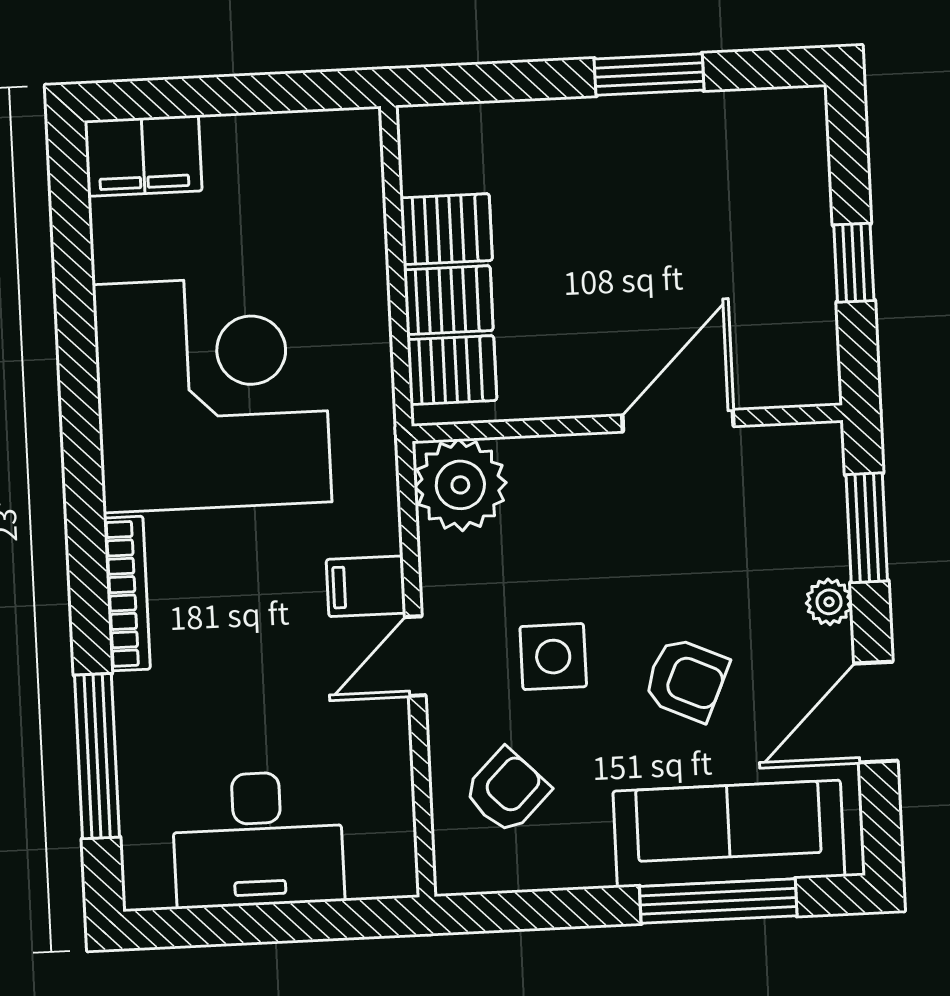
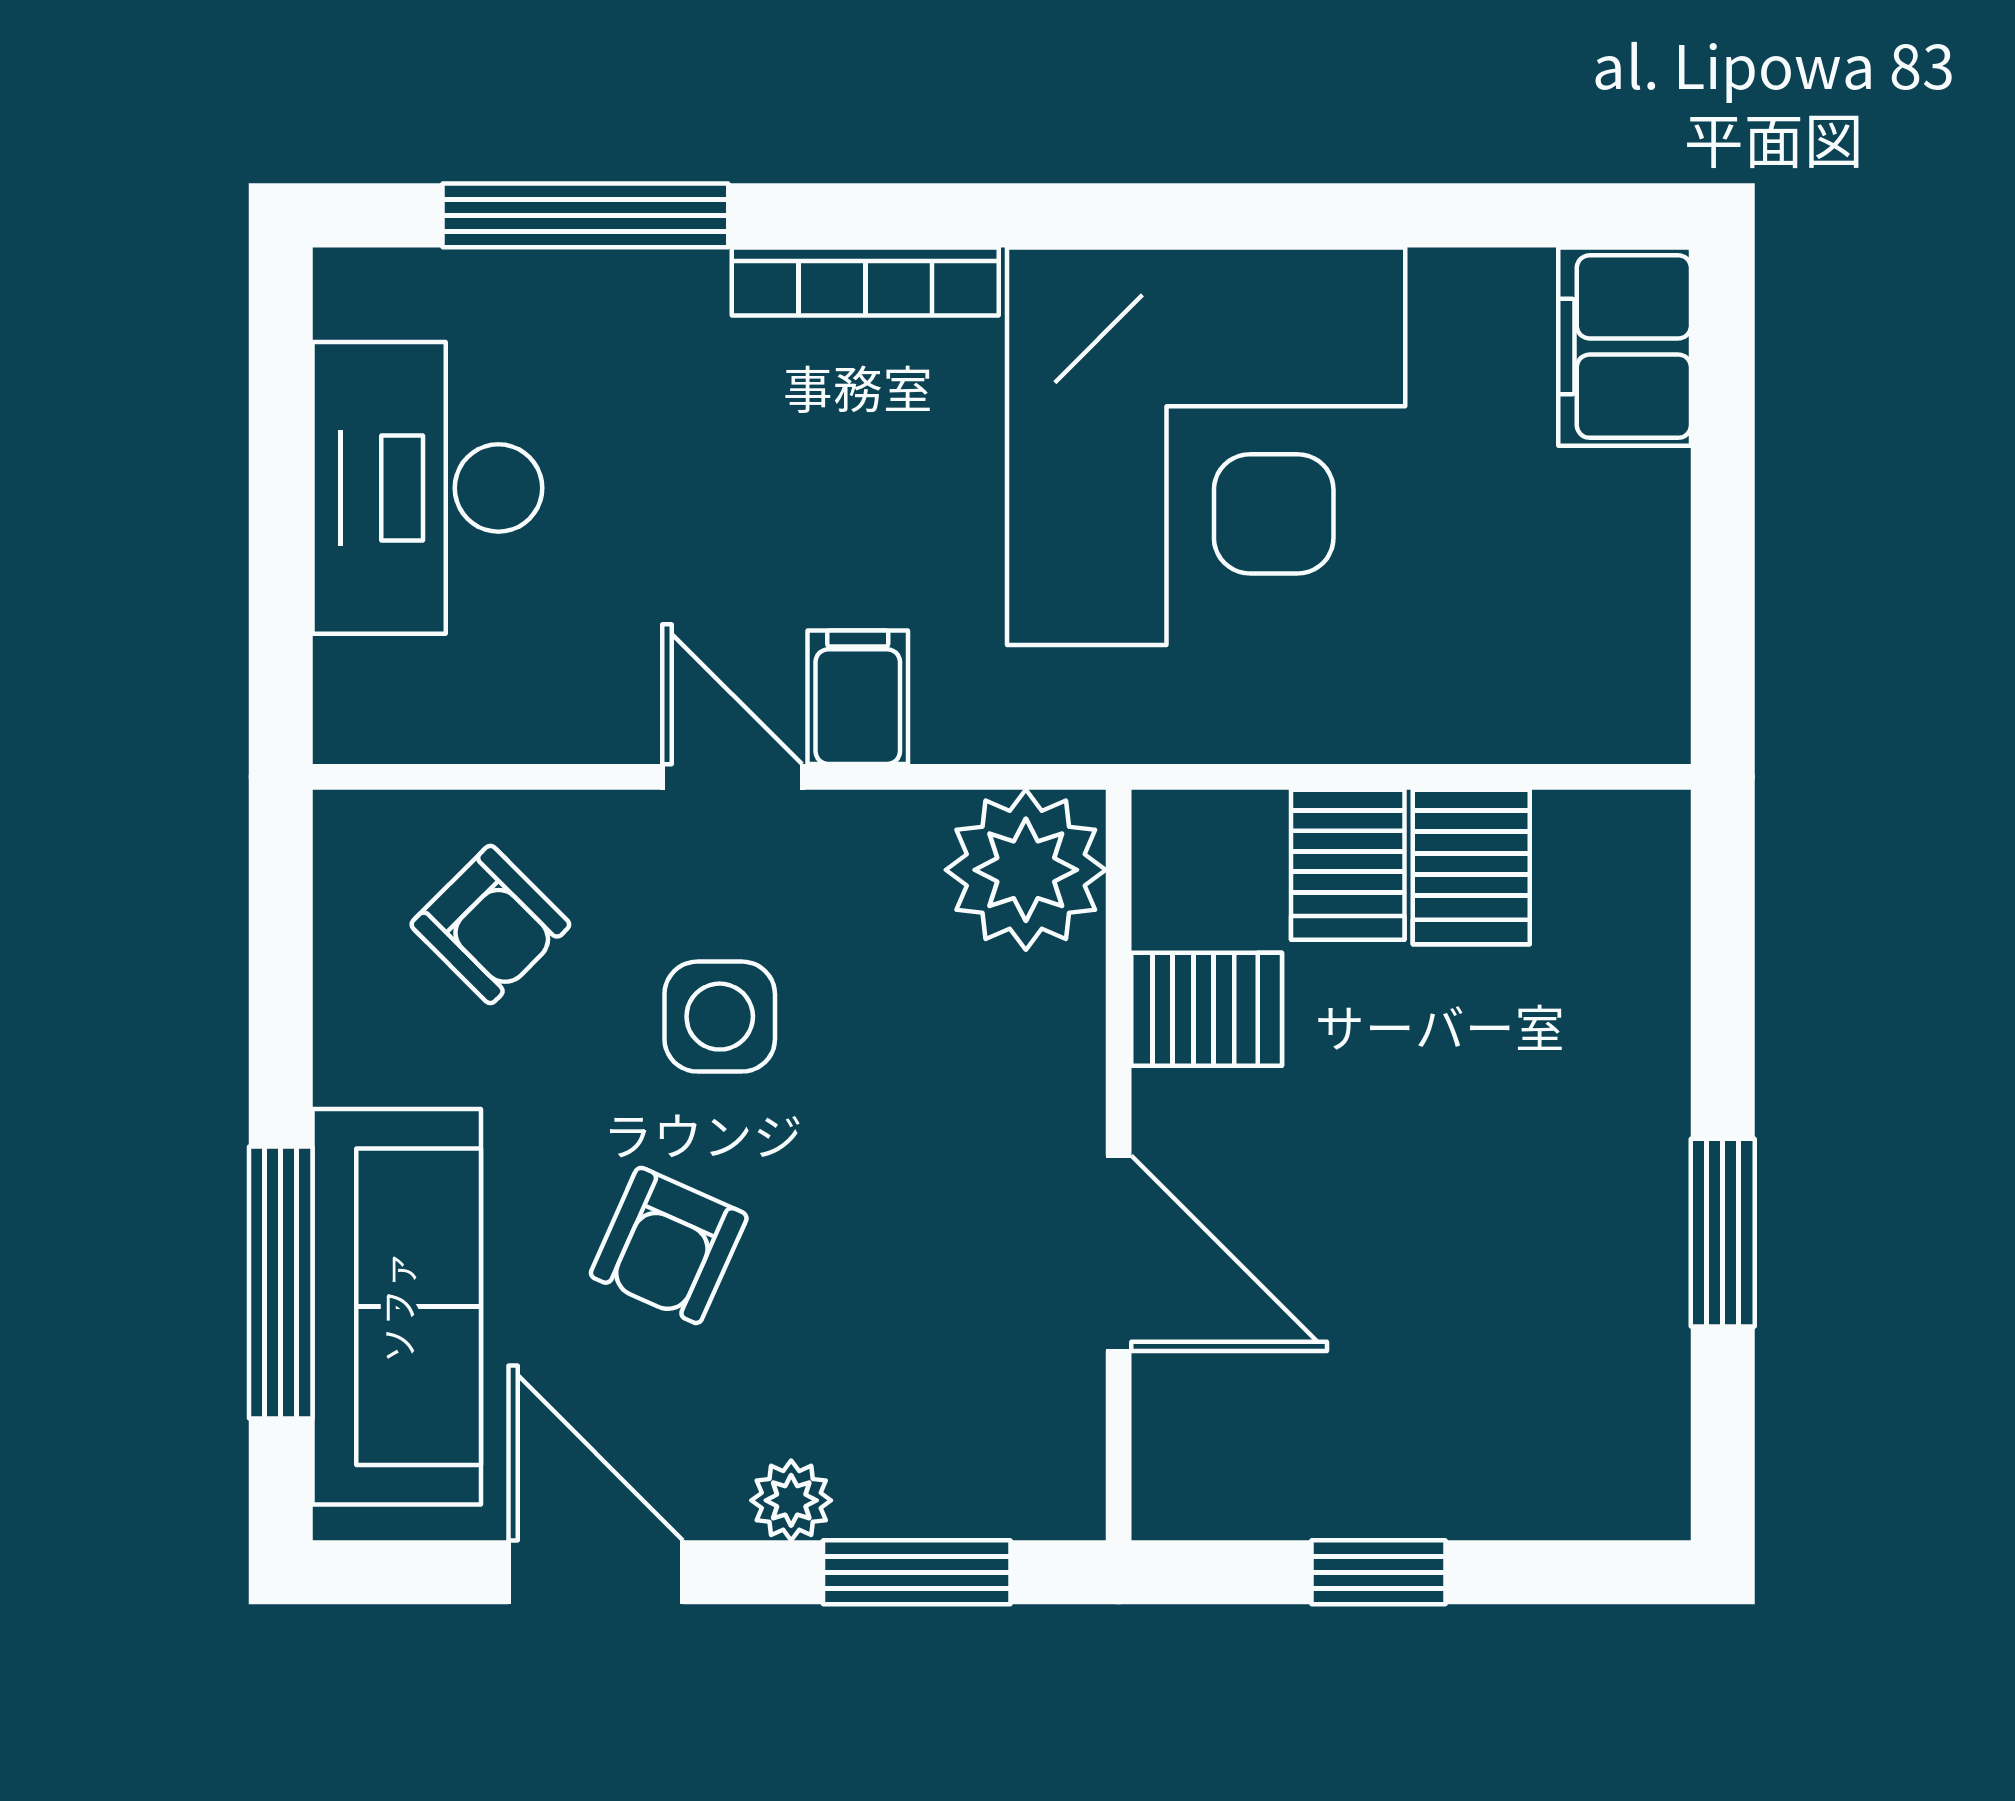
server rack: (452, 370) -> (1207, 1009), moved, turned -90

